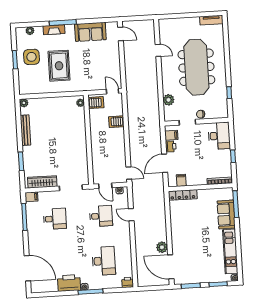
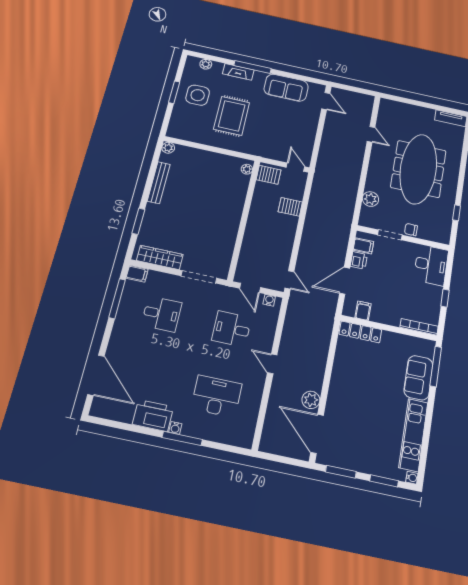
door: (131, 215) -> (272, 364), moved
desk: (101, 216) -> (232, 329), turned 180
desk: (104, 261) -> (216, 396), turned -90
printer: (128, 282) -> (244, 440), removed

